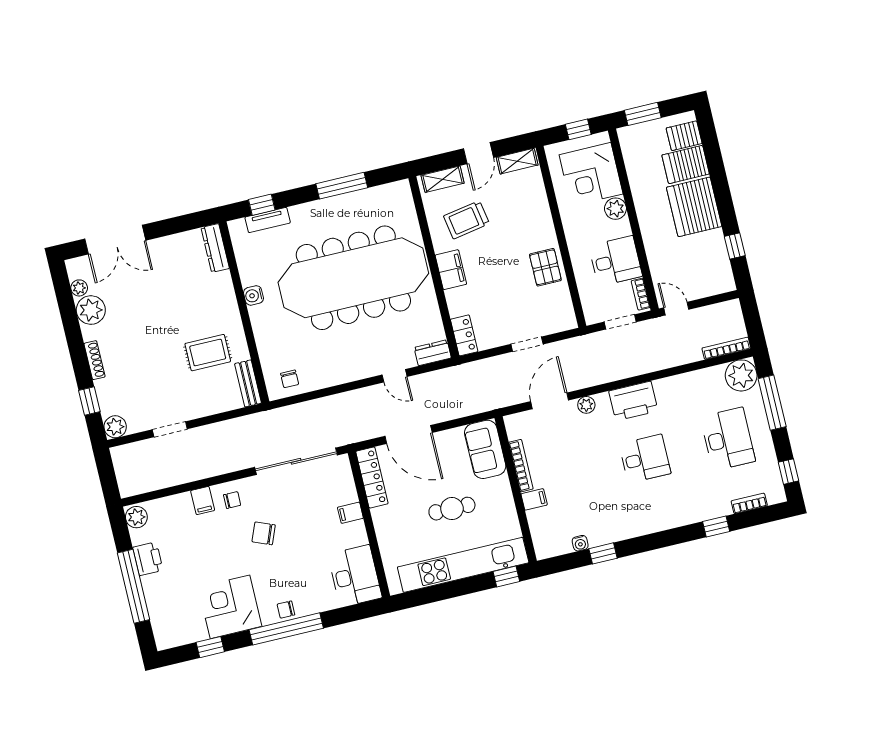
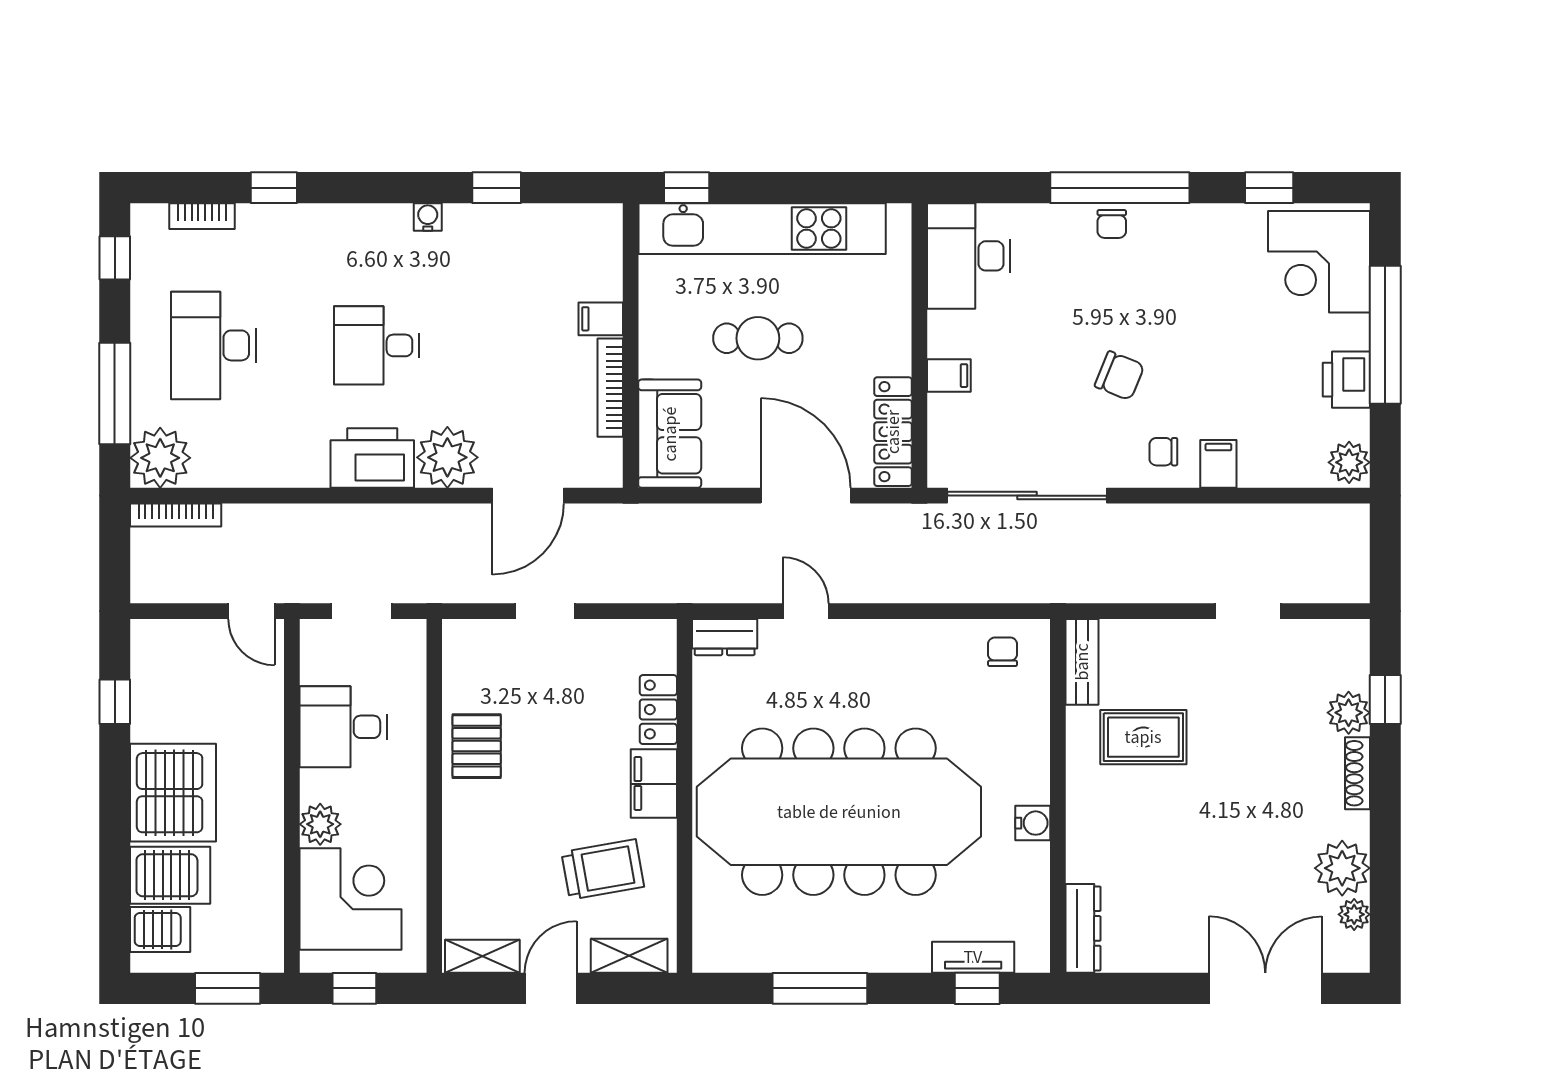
bookcase: (641, 294) -> (311, 654), removed
locker: (464, 335) -> (658, 710), moved
plant: (586, 405) -> (447, 457), width x1.87, depth x1.87
plant: (115, 427) -> (1349, 713), moved
water cooler: (580, 543) -> (428, 217), moved
corner desk: (230, 607) -> (1319, 262), moved, turned 90
chair: (286, 610) -> (1112, 224), turned 90

